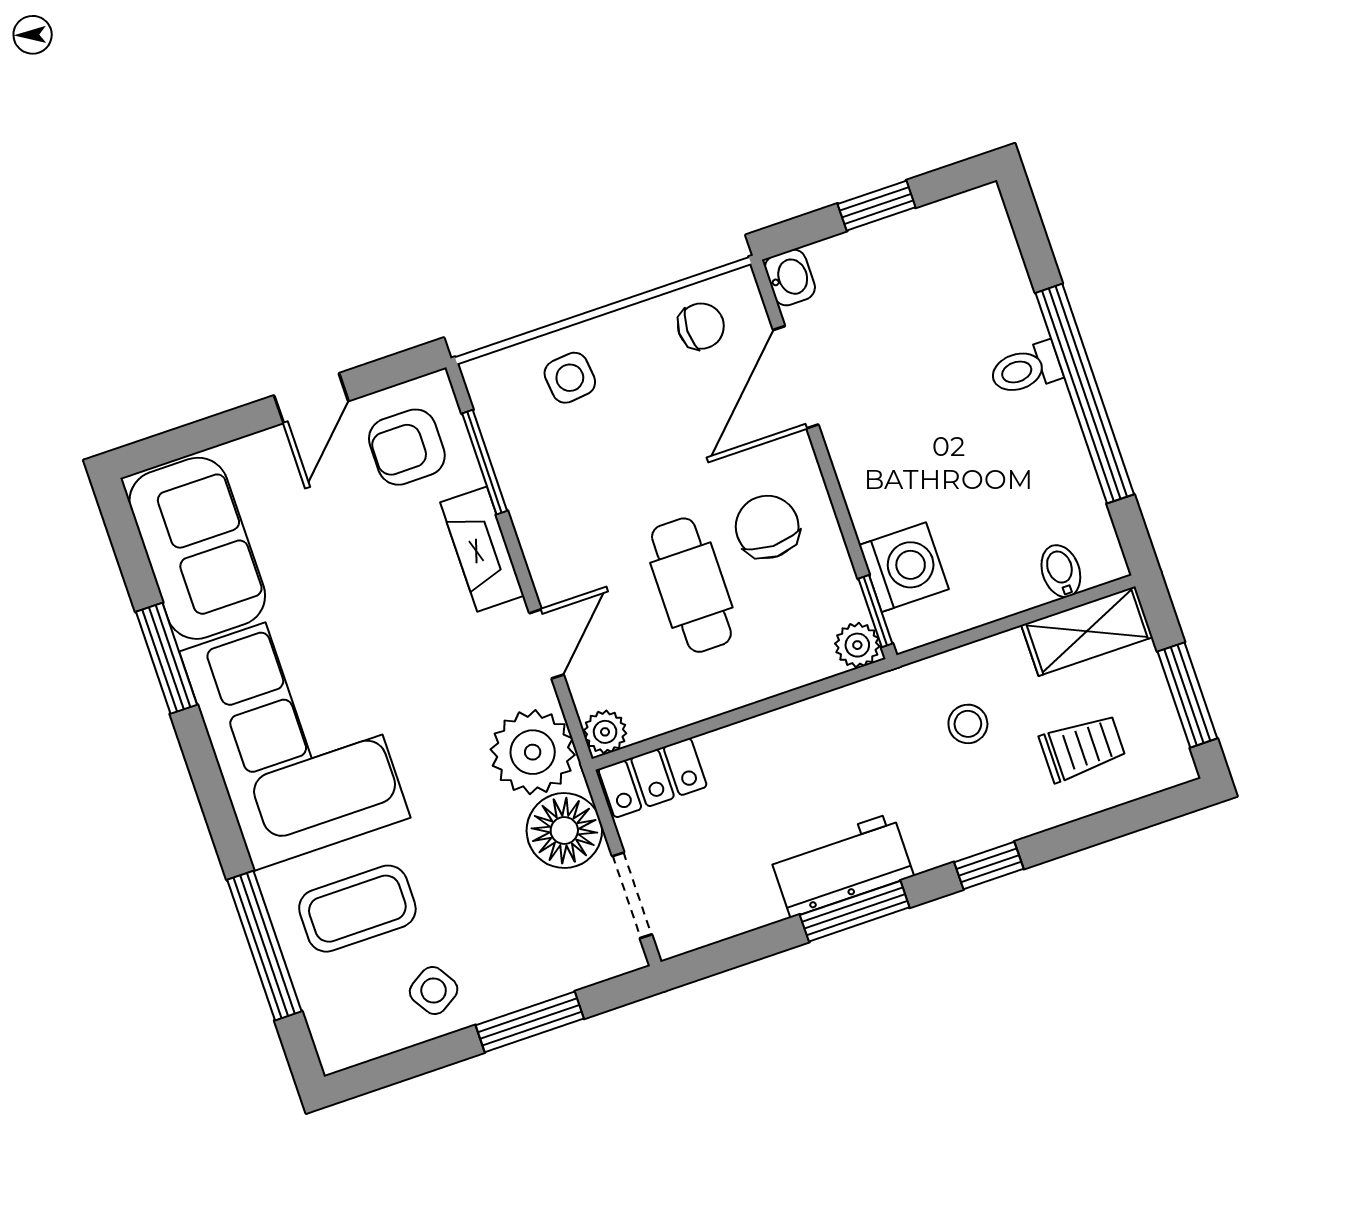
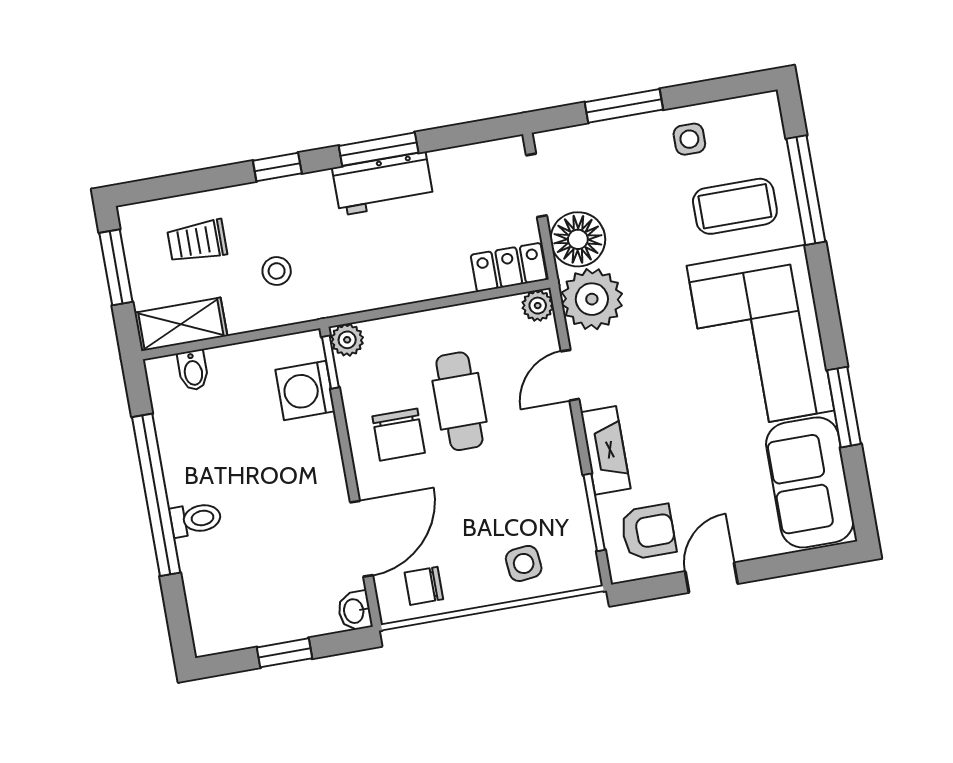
side table: (434, 991) -> (689, 139), turned 32

